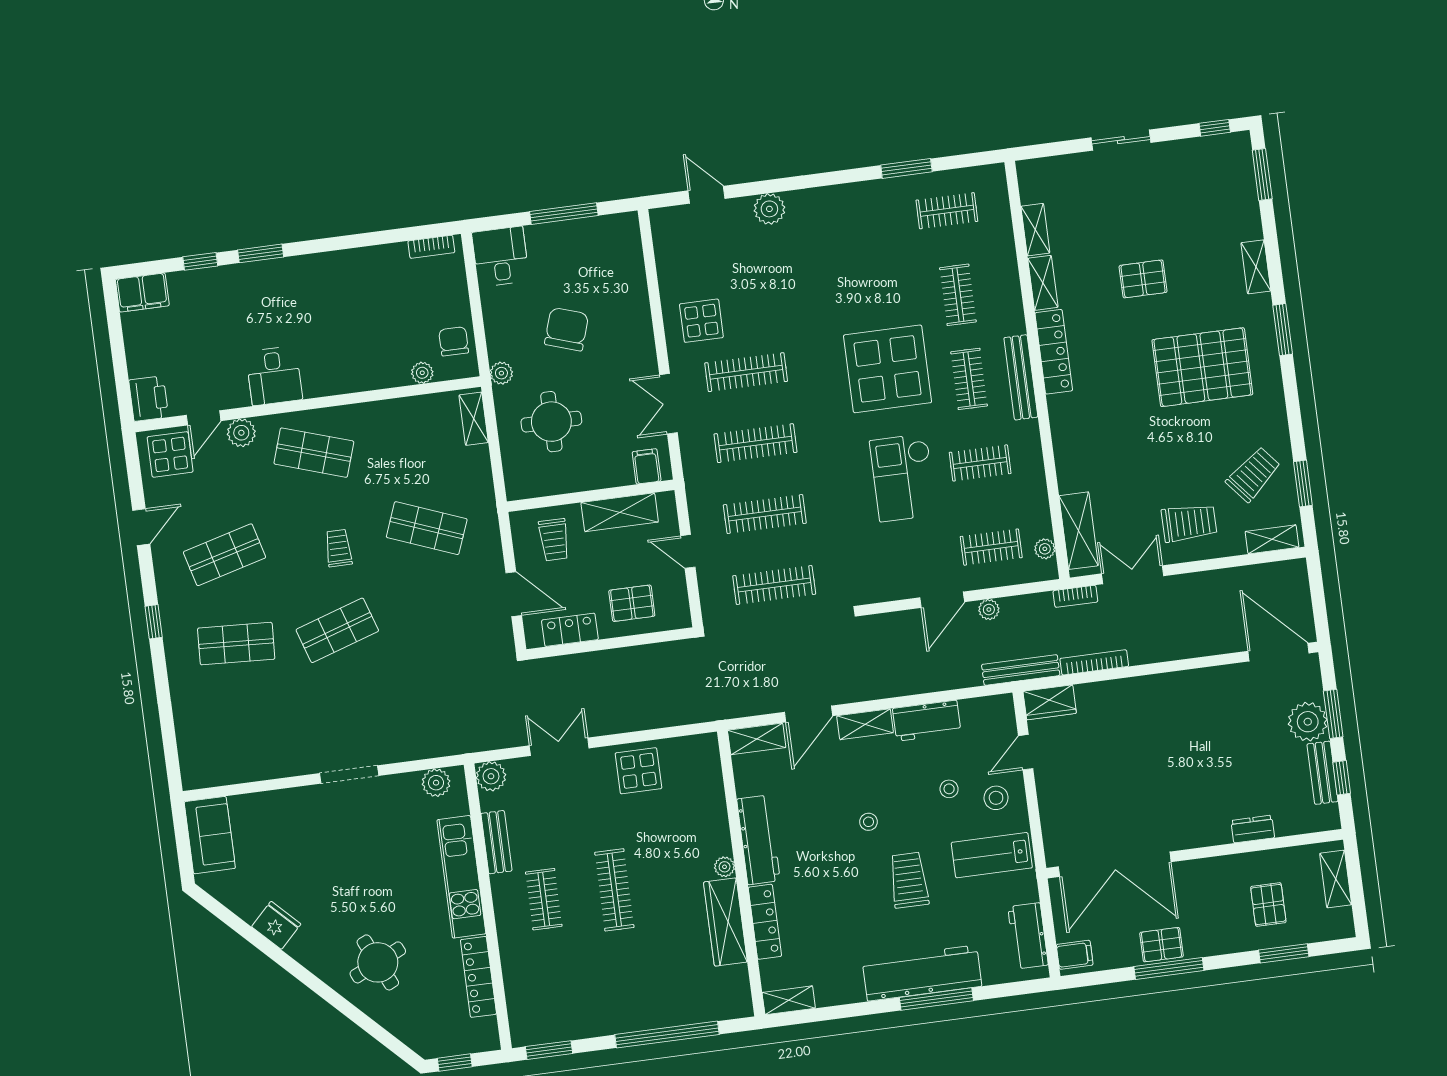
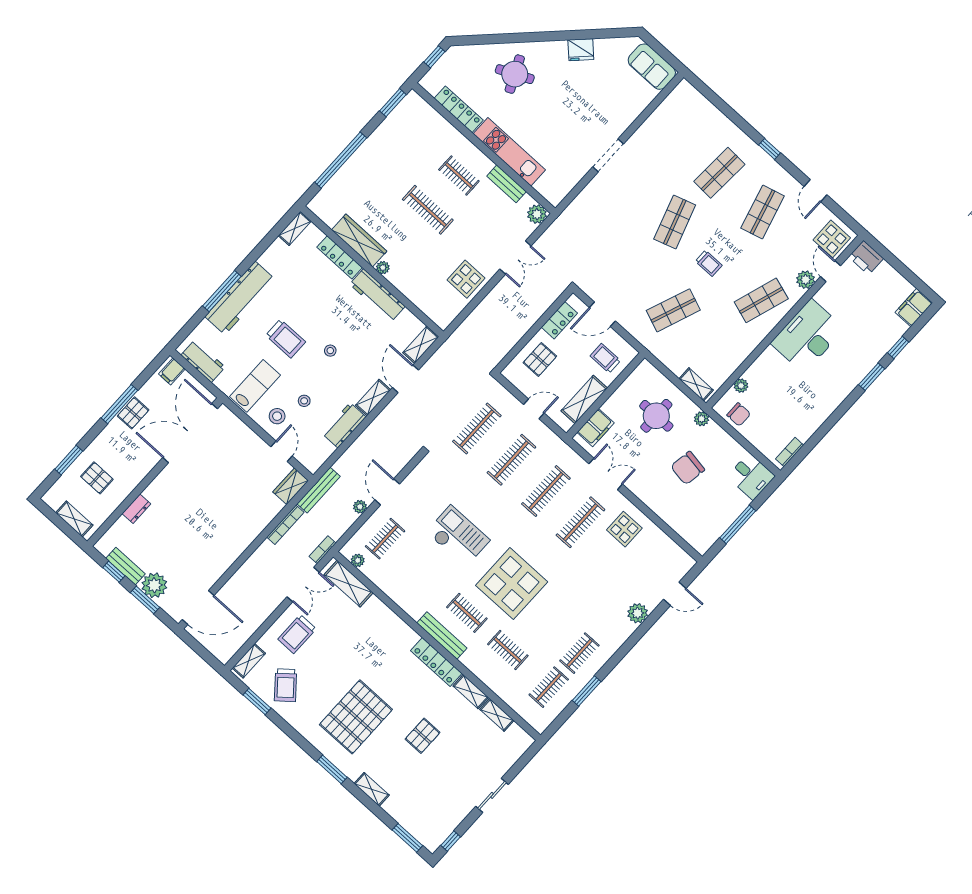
chair: (567, 329) -> (688, 468), turned 81
desk: (274, 376) -> (808, 336), width x1.87, depth x1.30
clothes rail: (980, 463) -> (579, 653), moved
filing cabinet: (647, 466) -> (596, 428), width x2.00
plant: (436, 783) -> (562, 188), removed

